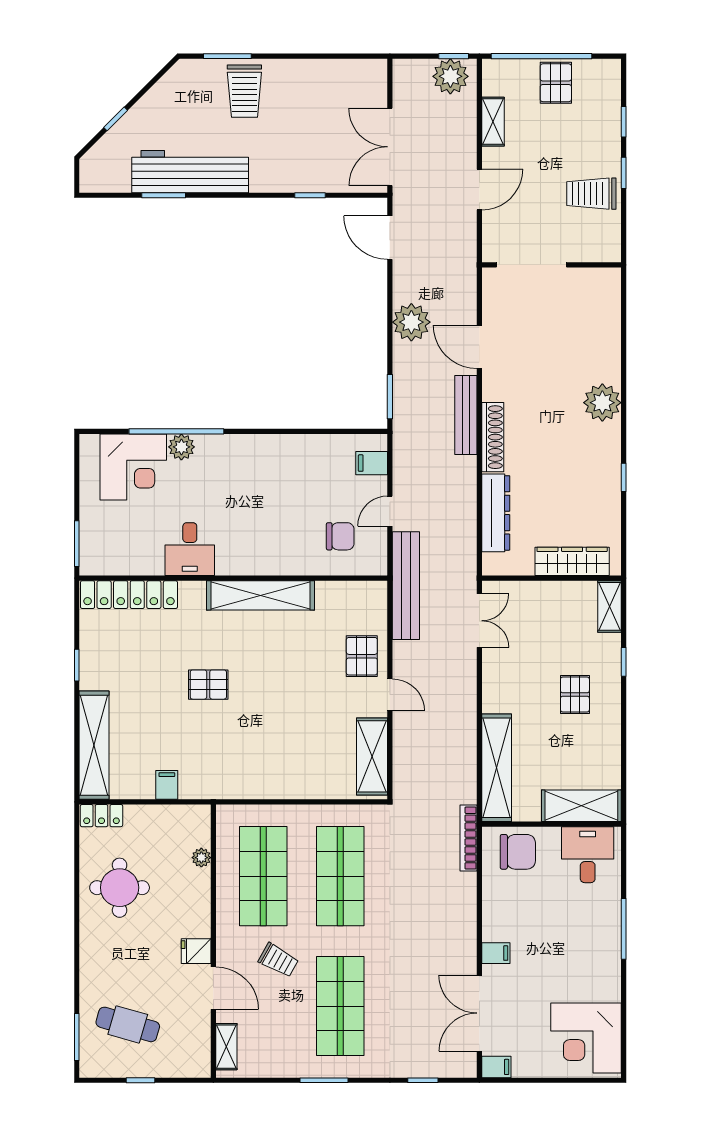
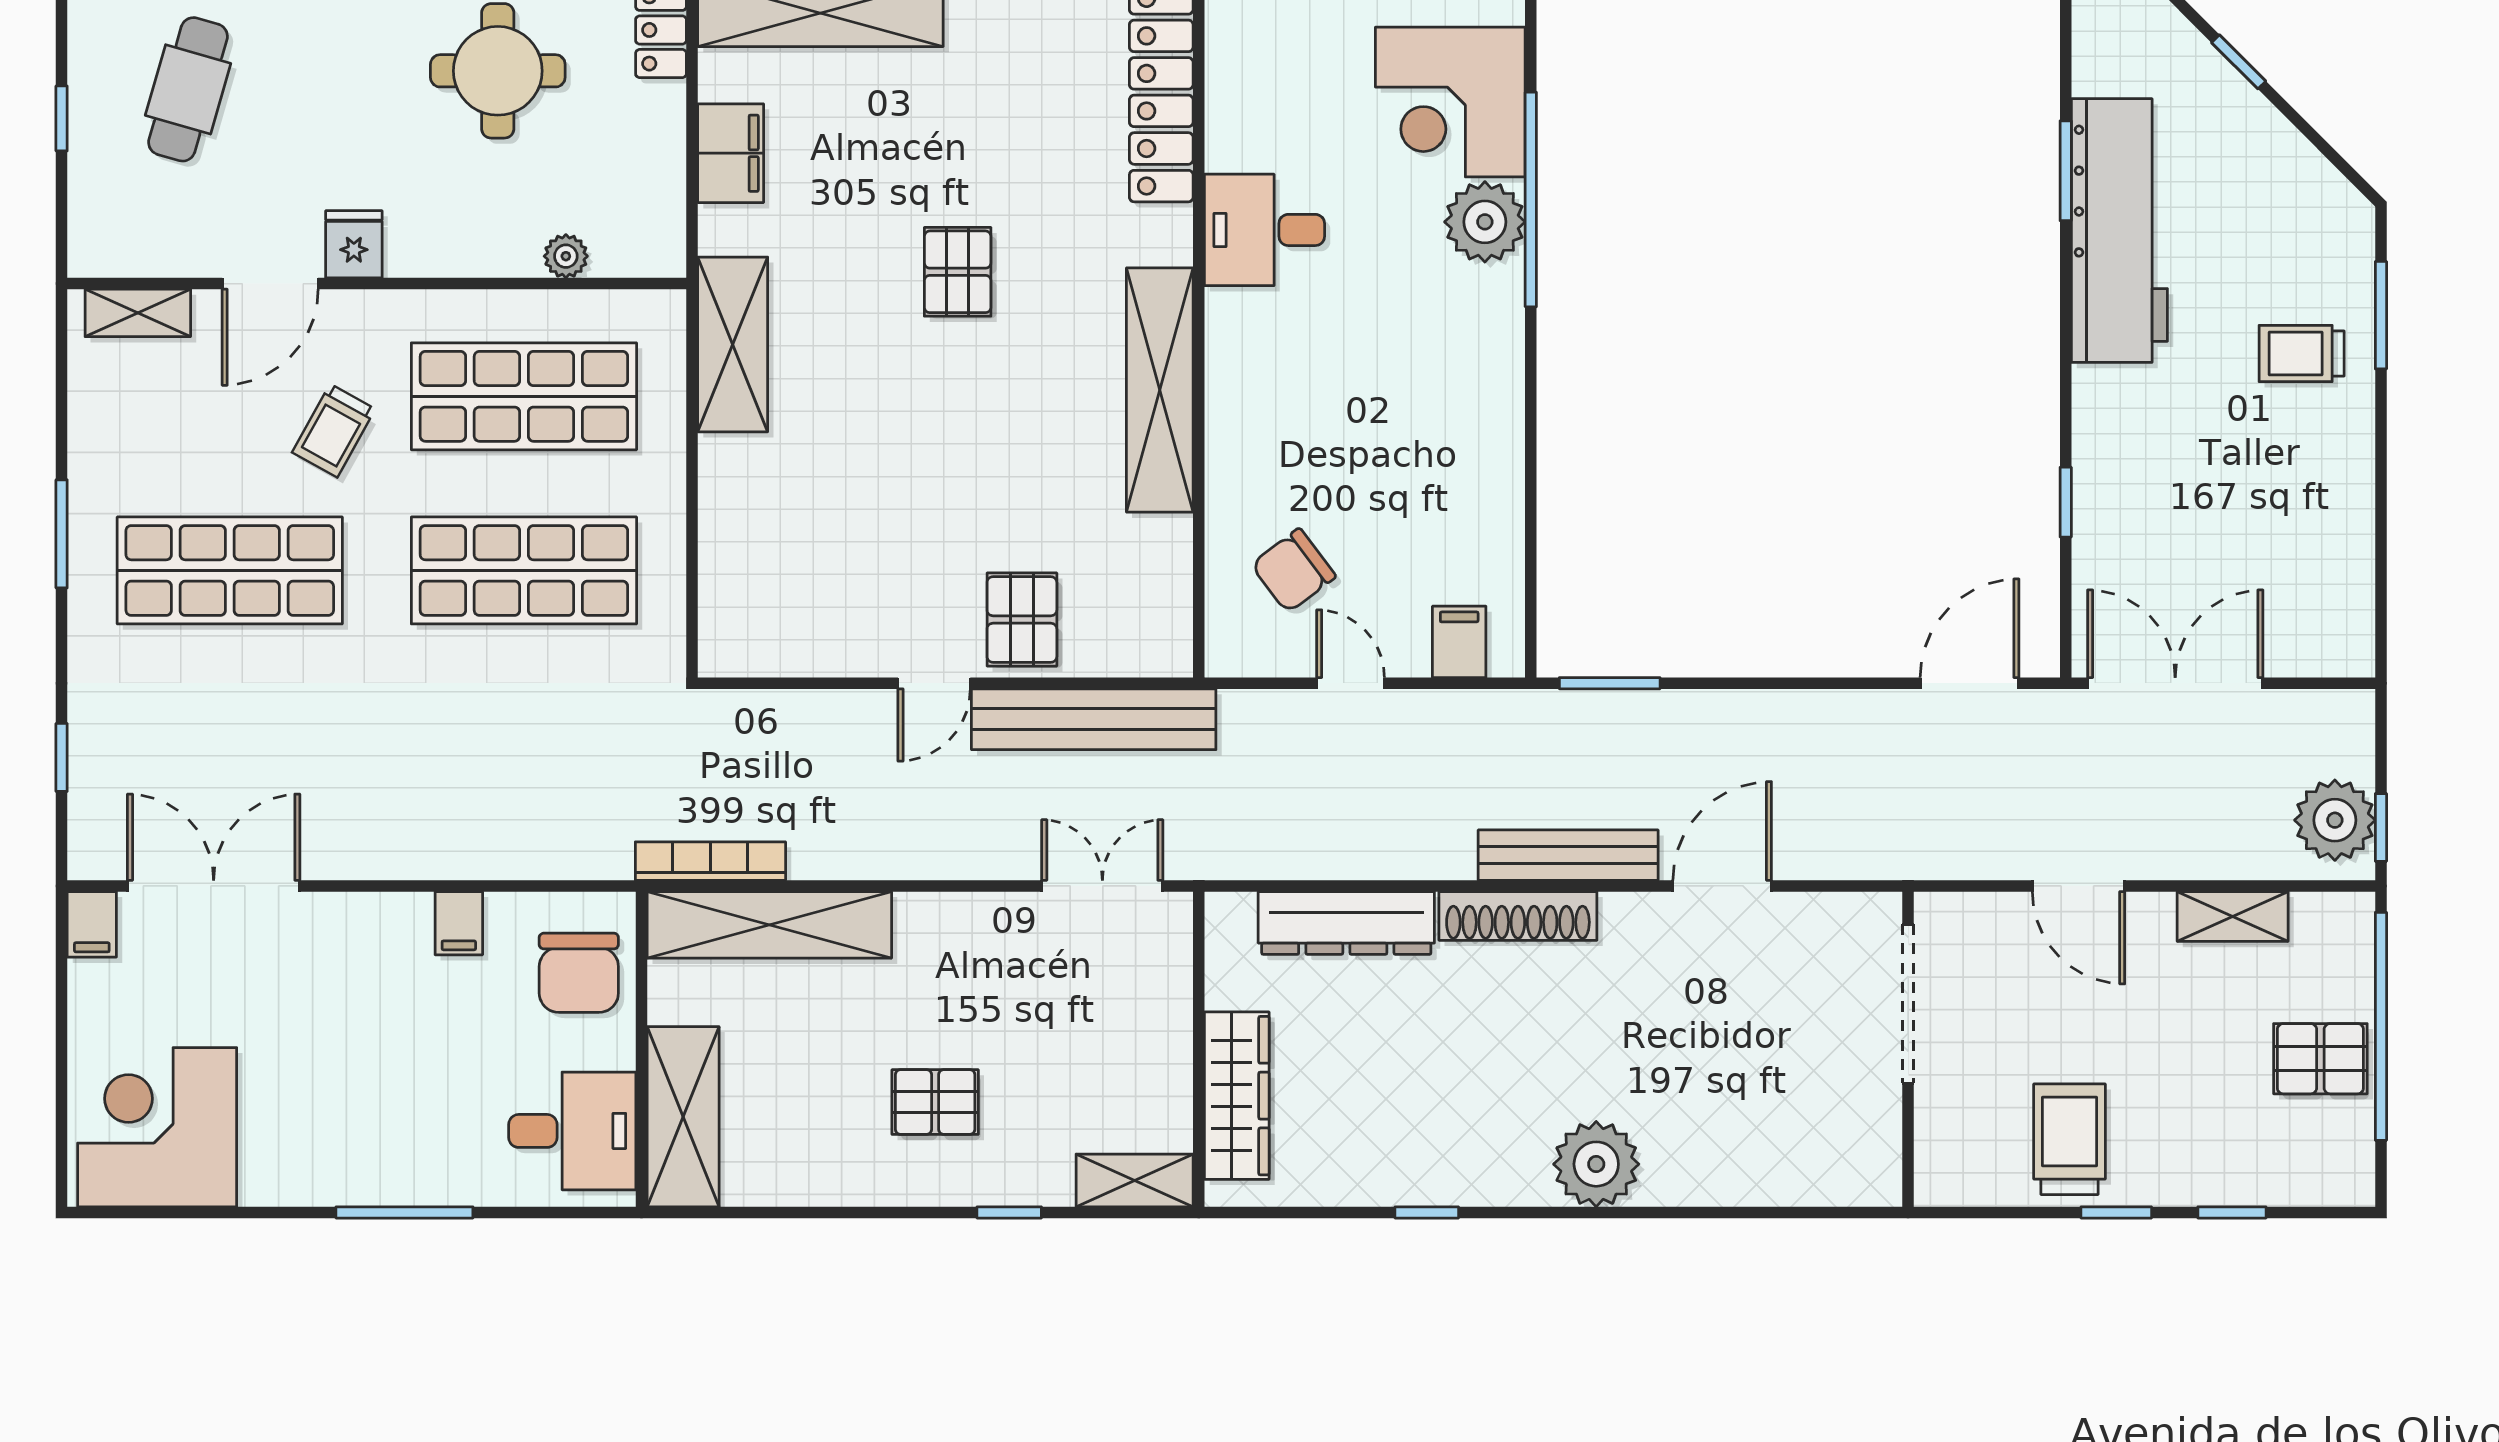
trolley: (244, 91) -> (2302, 354), width x0.73, depth x0.72
plant: (411, 322) -> (1778, 732), removed
plant: (181, 447) -> (1485, 222), width x1.36, depth x1.36
chair: (340, 536) -> (1293, 571), turned 53
bench: (406, 586) -> (1094, 719), moved
double door: (479, 621) -> (1102, 886), swing flipped
pallet: (362, 656) -> (1022, 620), turned 90
shelving: (372, 756) -> (733, 344), moved, turned 90
filing cabinet: (167, 785) -> (731, 153), width x2.00
bookcase: (469, 838) -> (710, 861), moved
filing cabinet: (496, 953) -> (459, 923), moved

